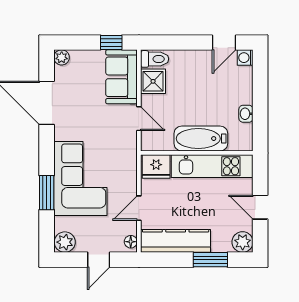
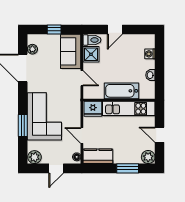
window: (111, 43) -> (54, 29), moved
door: (224, 43) -> (115, 29), moved
plant: (62, 57) -> (32, 49), moved
washing machine: (245, 58) -> (150, 54), moved
door: (139, 208) -> (82, 135), hinge flipped
kitchen counter: (176, 241) -> (98, 156), width x0.67

